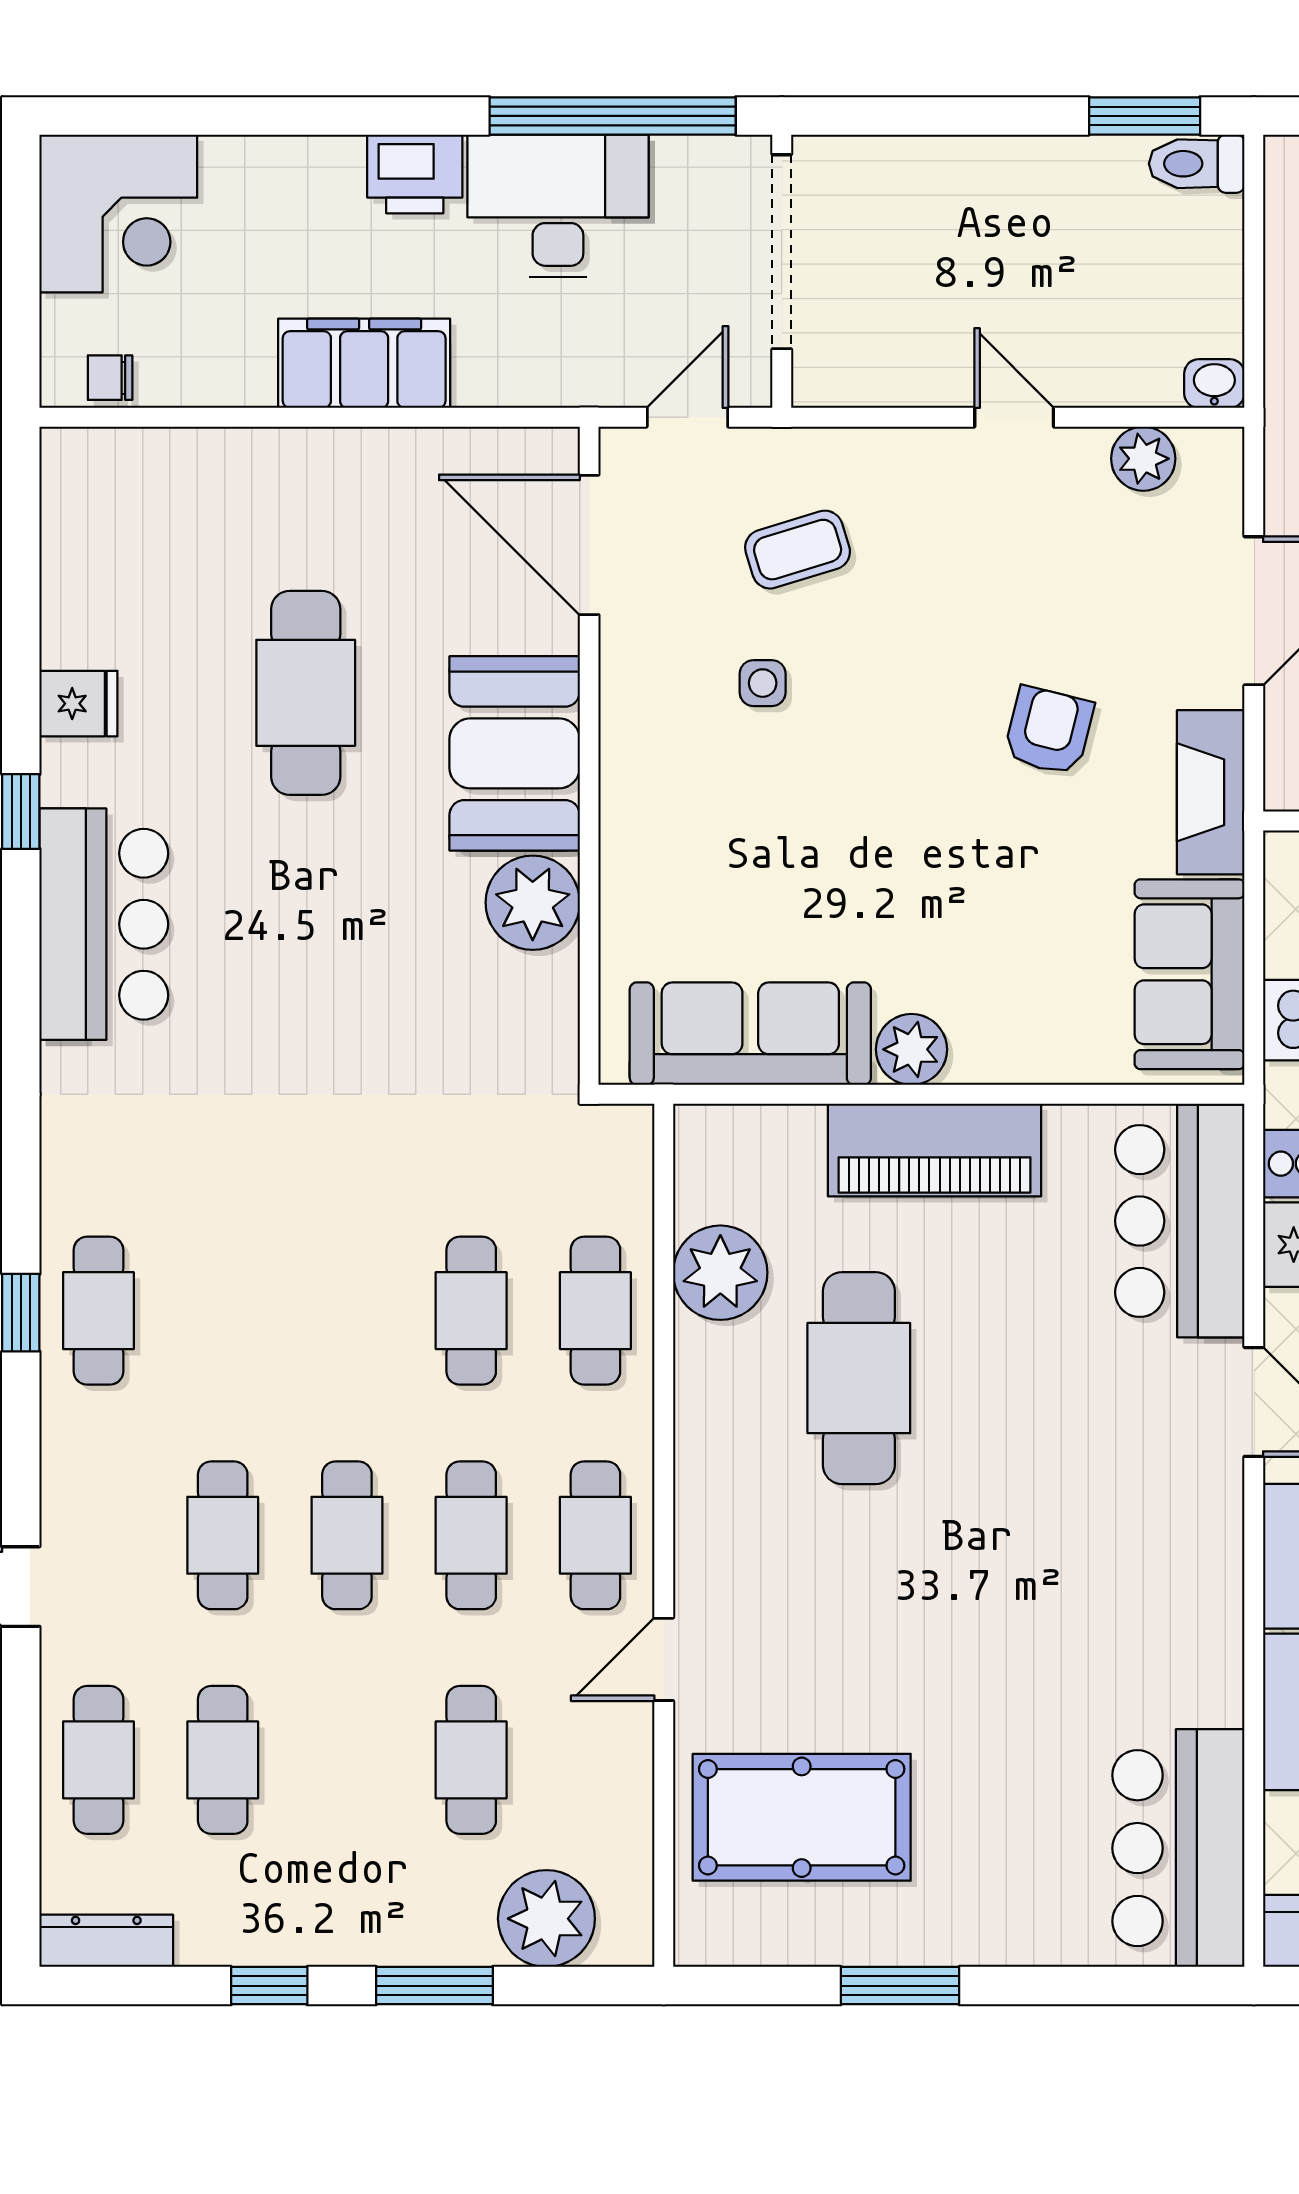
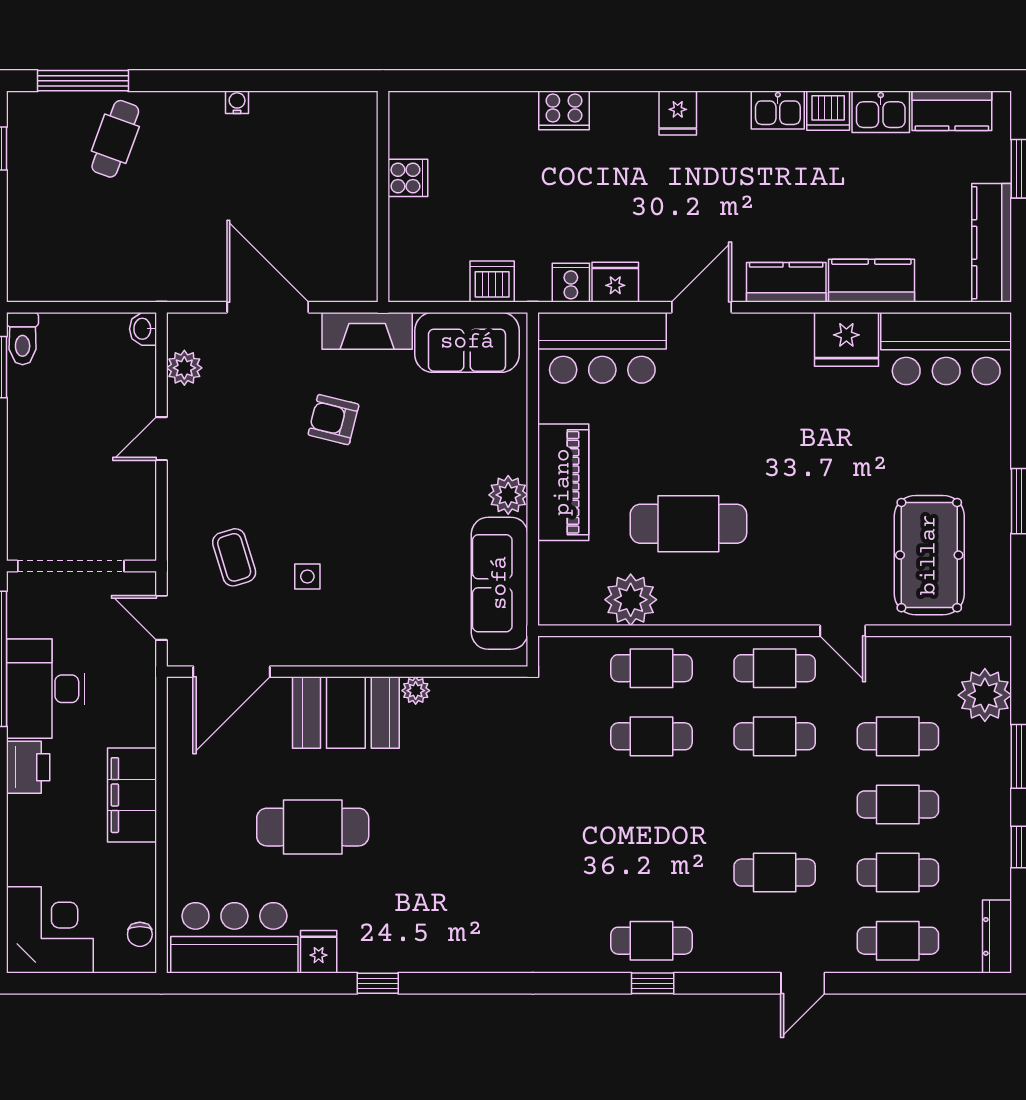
plant: (533, 903) -> (416, 691), width x0.53, depth x0.53
bar counter: (104, 924) -> (234, 938), moved
cafe table: (347, 1535) -> (898, 804), moved
fridge: (1195, 1666) -> (846, 339), added

